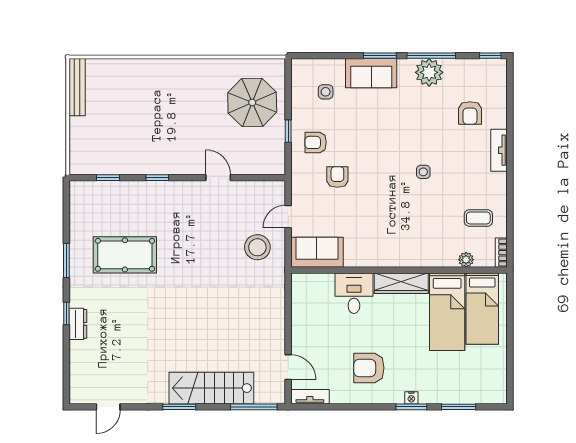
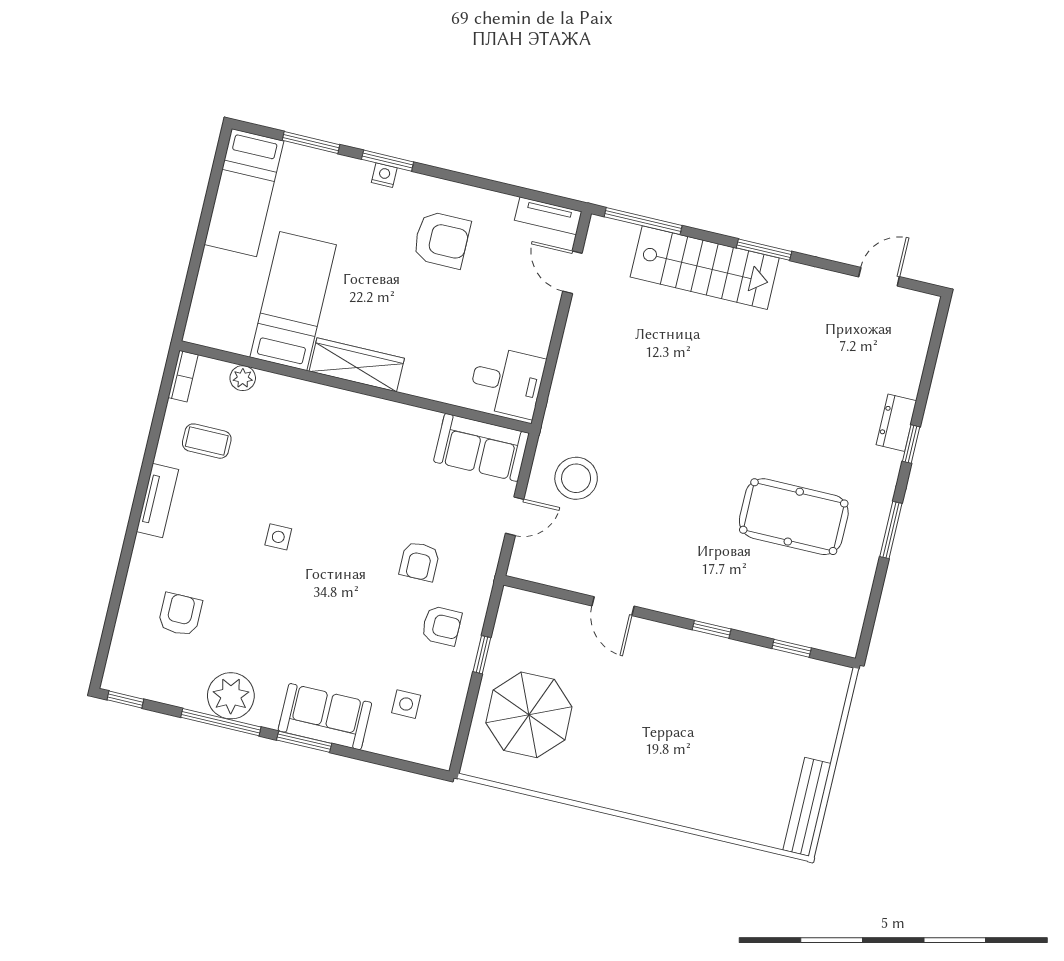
tv unit: (499, 150) -> (157, 500), moved
desk: (354, 293) -> (507, 382), moved, turned -90
bed: (482, 309) -> (244, 193), moved, turned 180

